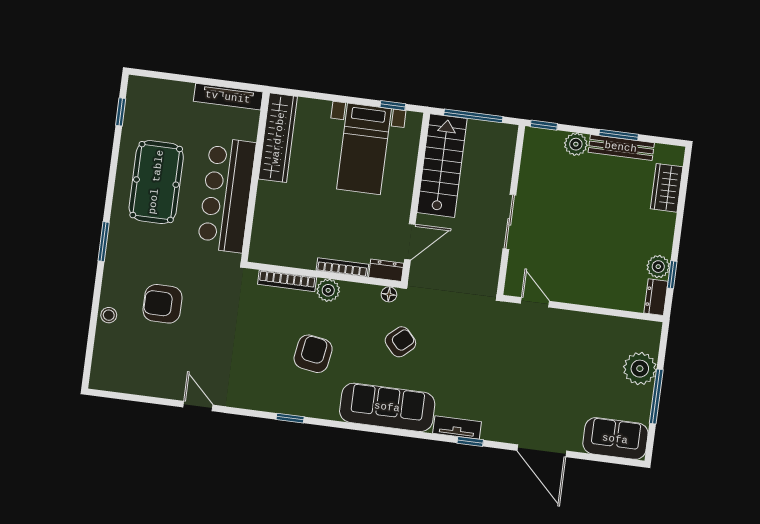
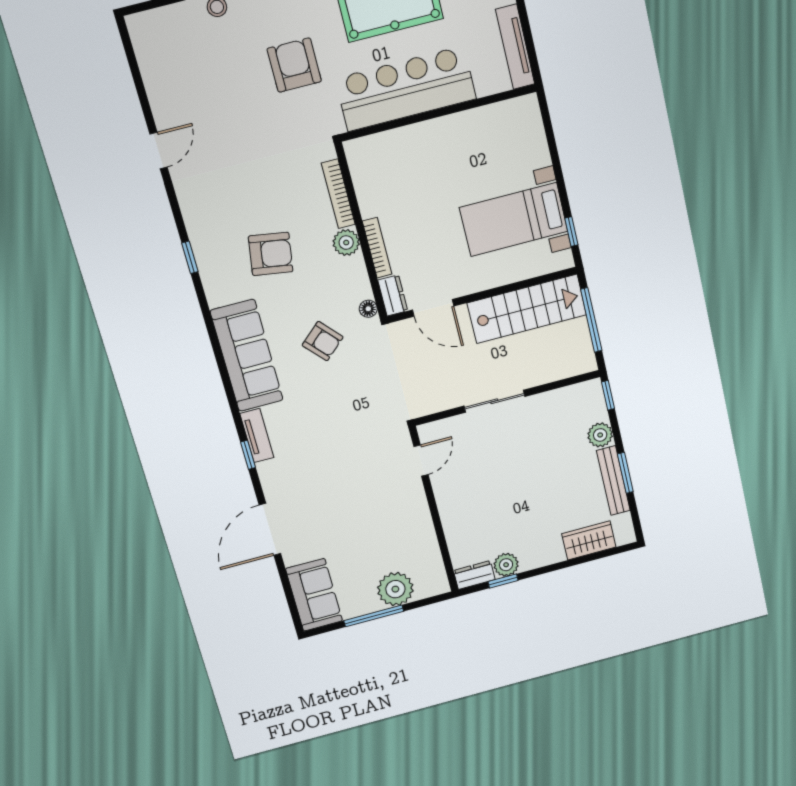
wardrobe: (278, 138) -> (491, 121), removed
armchair: (163, 304) -> (294, 65), moved

